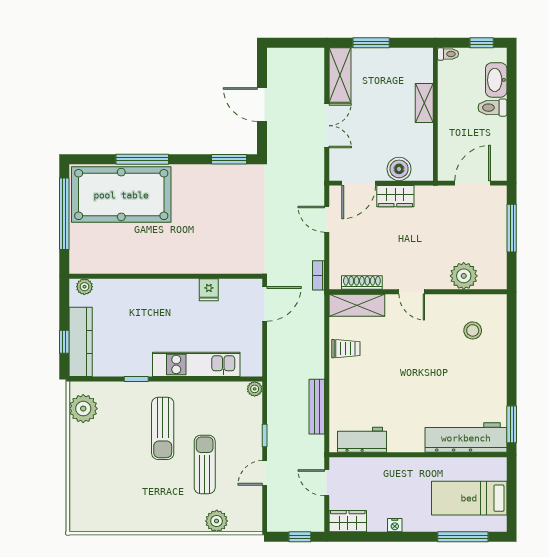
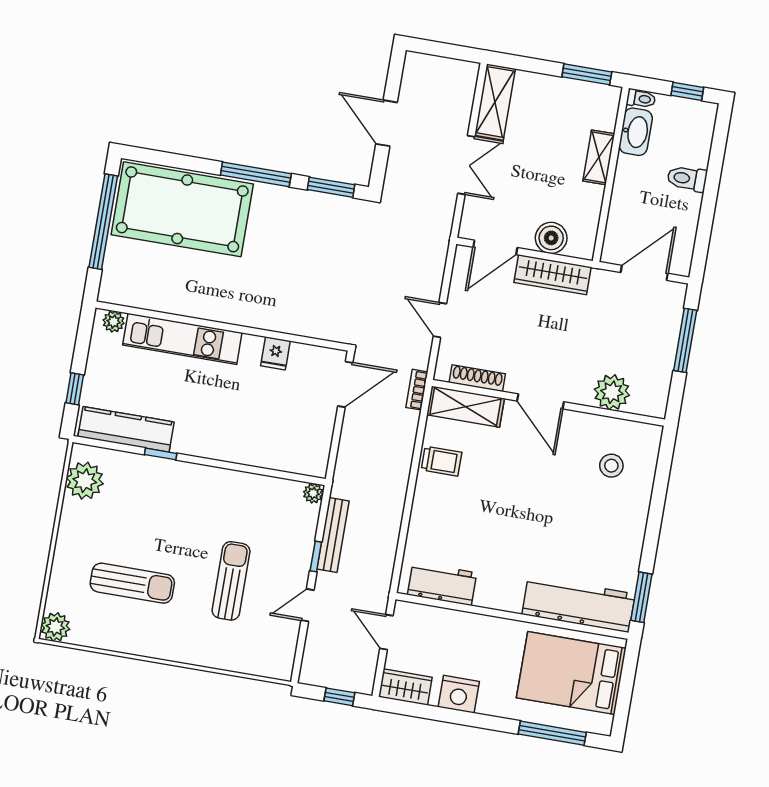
window: (371, 43) -> (587, 74), moved
washbasin: (496, 80) -> (636, 132), moved, turned 180
window: (142, 159) -> (256, 174), moved
wardrobe: (395, 196) -> (553, 275), width x1.50
door: (327, 219) -> (440, 320), moved
bookcase: (319, 275) -> (417, 390), moved
door: (412, 292) -> (540, 401), width x1.38
kitchen counter: (81, 342) -> (126, 429), moved, turned -90
kitchen unit: (196, 364) -> (182, 339), moved, turned 180
bench: (317, 407) -> (333, 535), moved
sun lounger: (163, 428) -> (132, 583), moved, turned -90
bed: (469, 498) -> (571, 673), width x1.50
plant: (217, 521) -> (55, 627), moved
nightstand: (395, 525) -> (459, 694), width x1.89, depth x1.79

